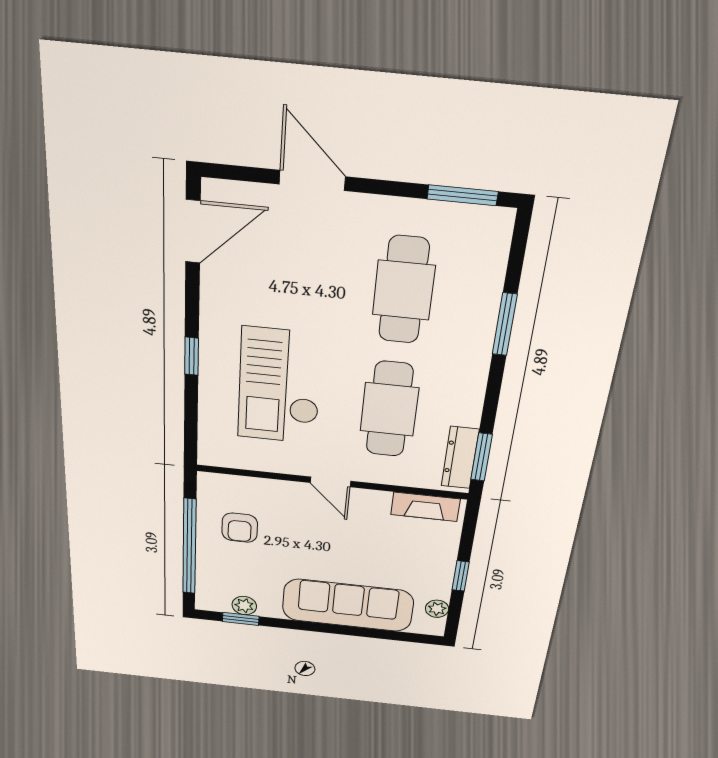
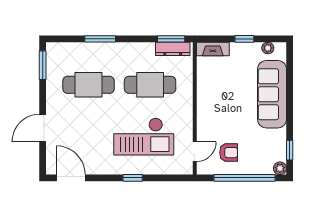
door: (330, 482) -> (195, 152), moved
fireplace: (425, 507) -> (213, 49), moved, turned 90
plant: (244, 606) -> (280, 168), moved

